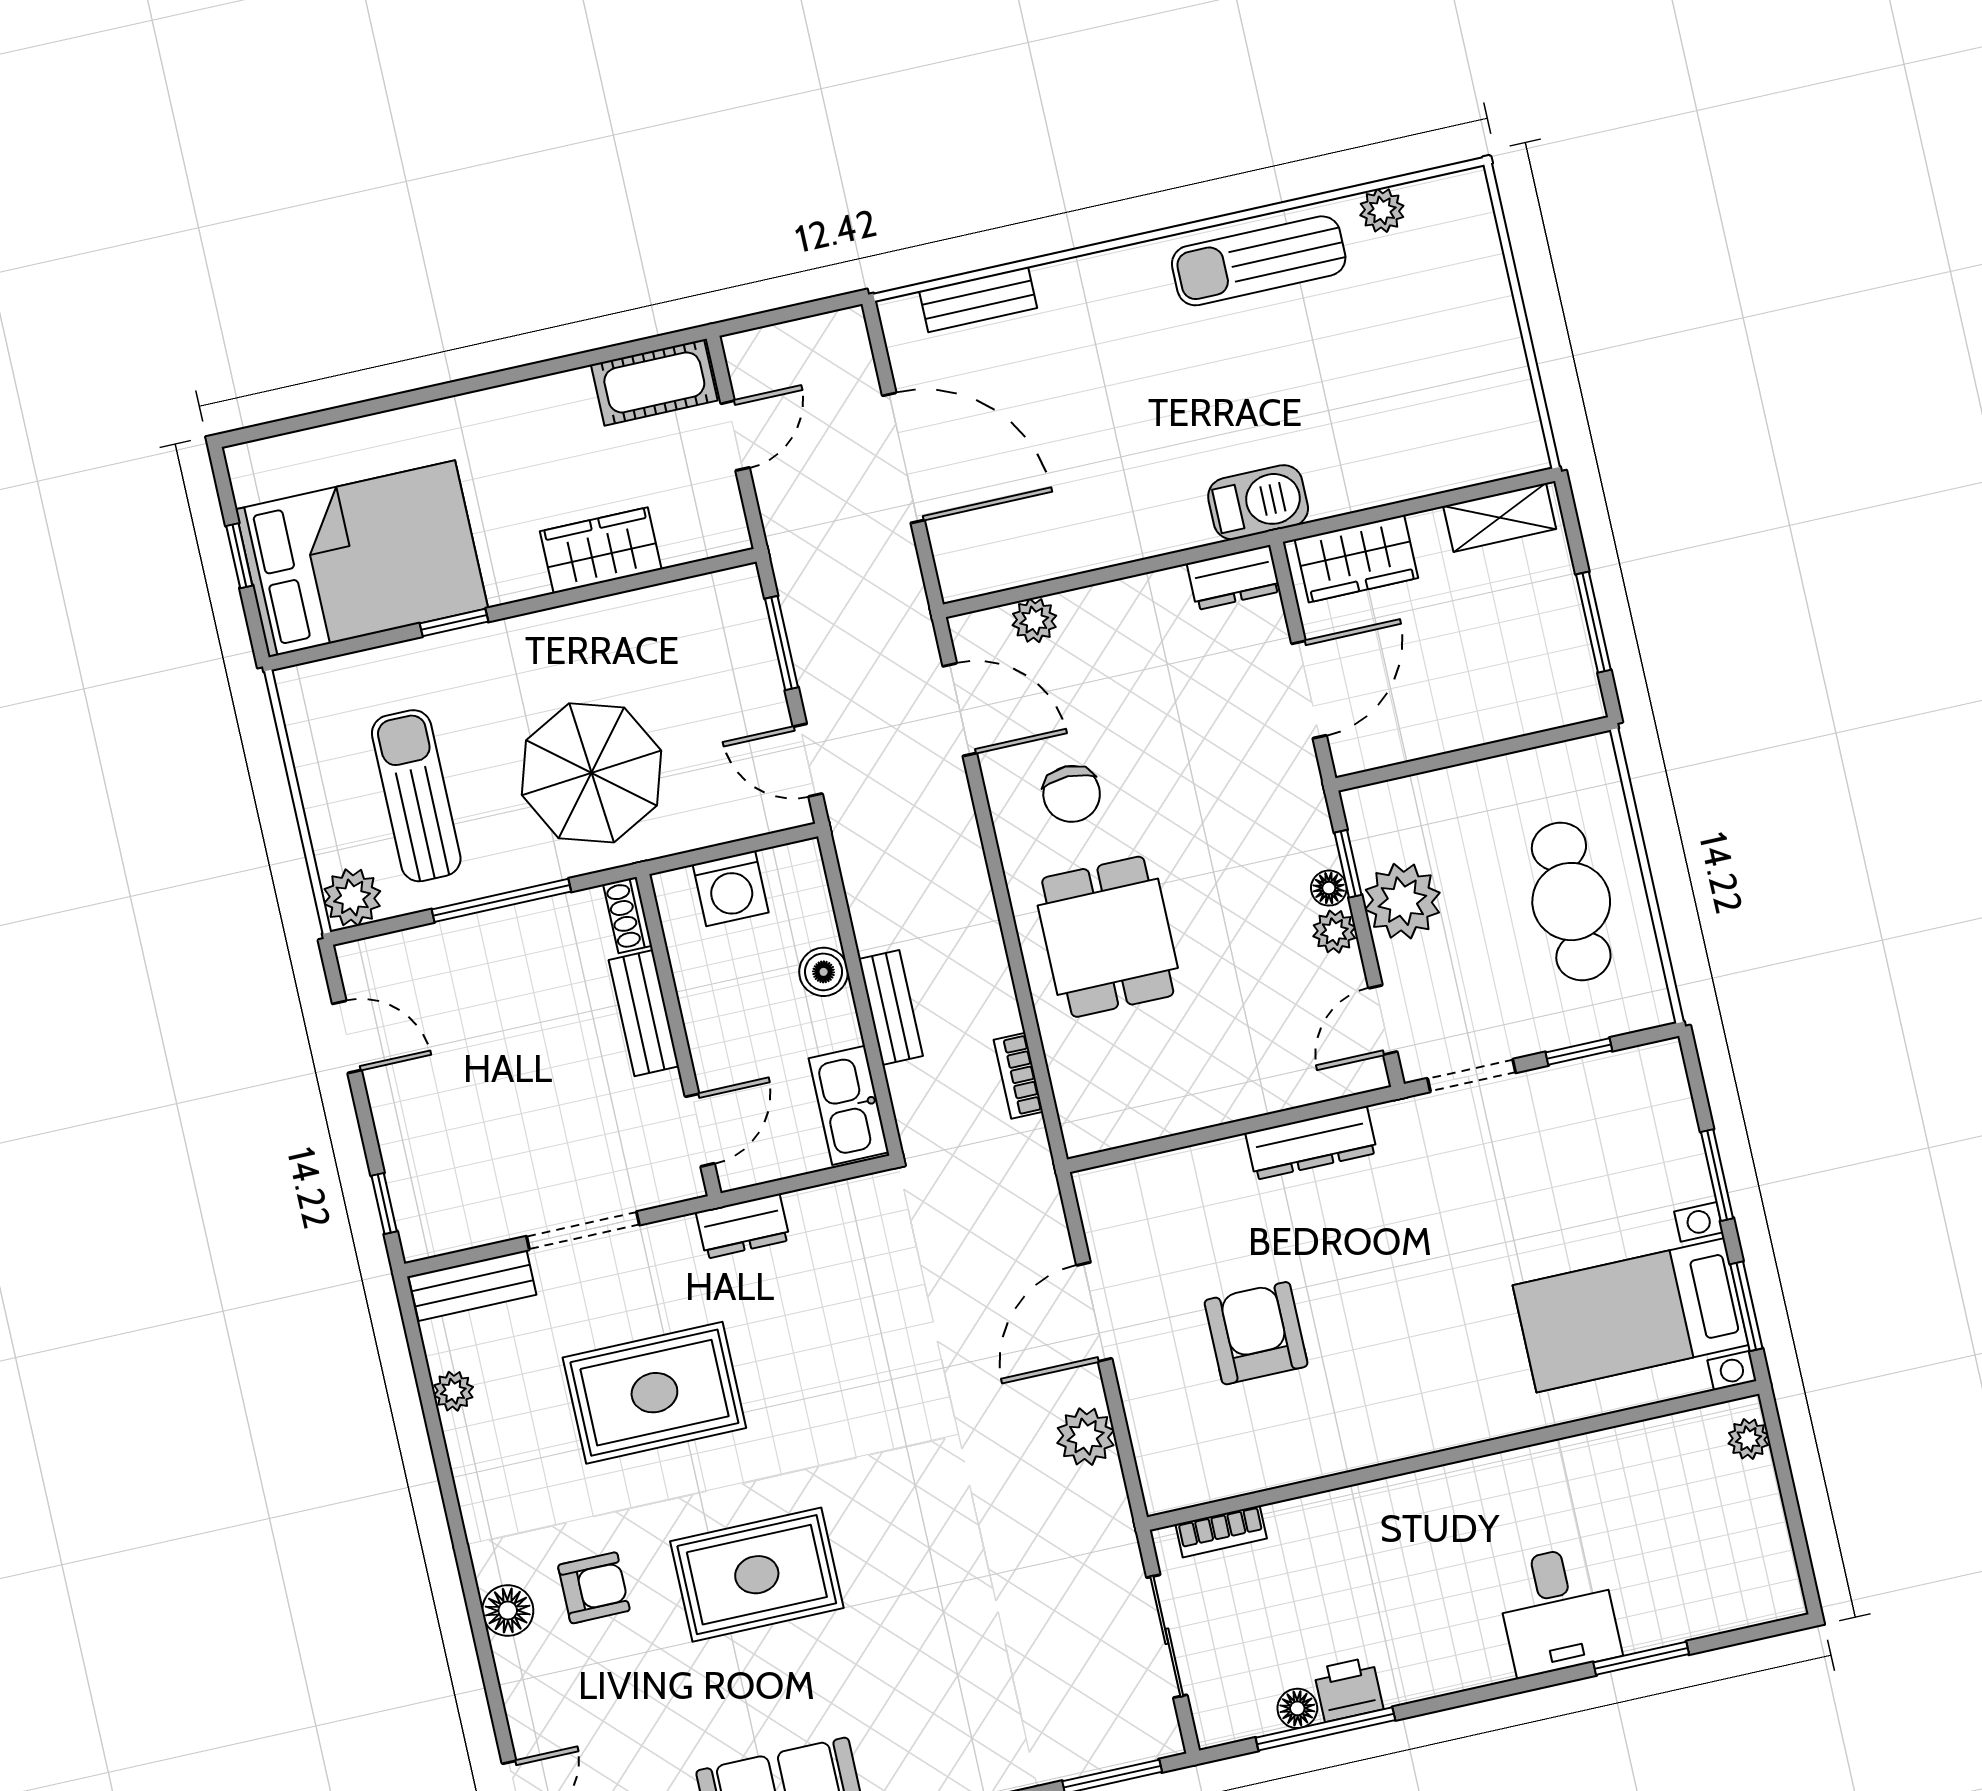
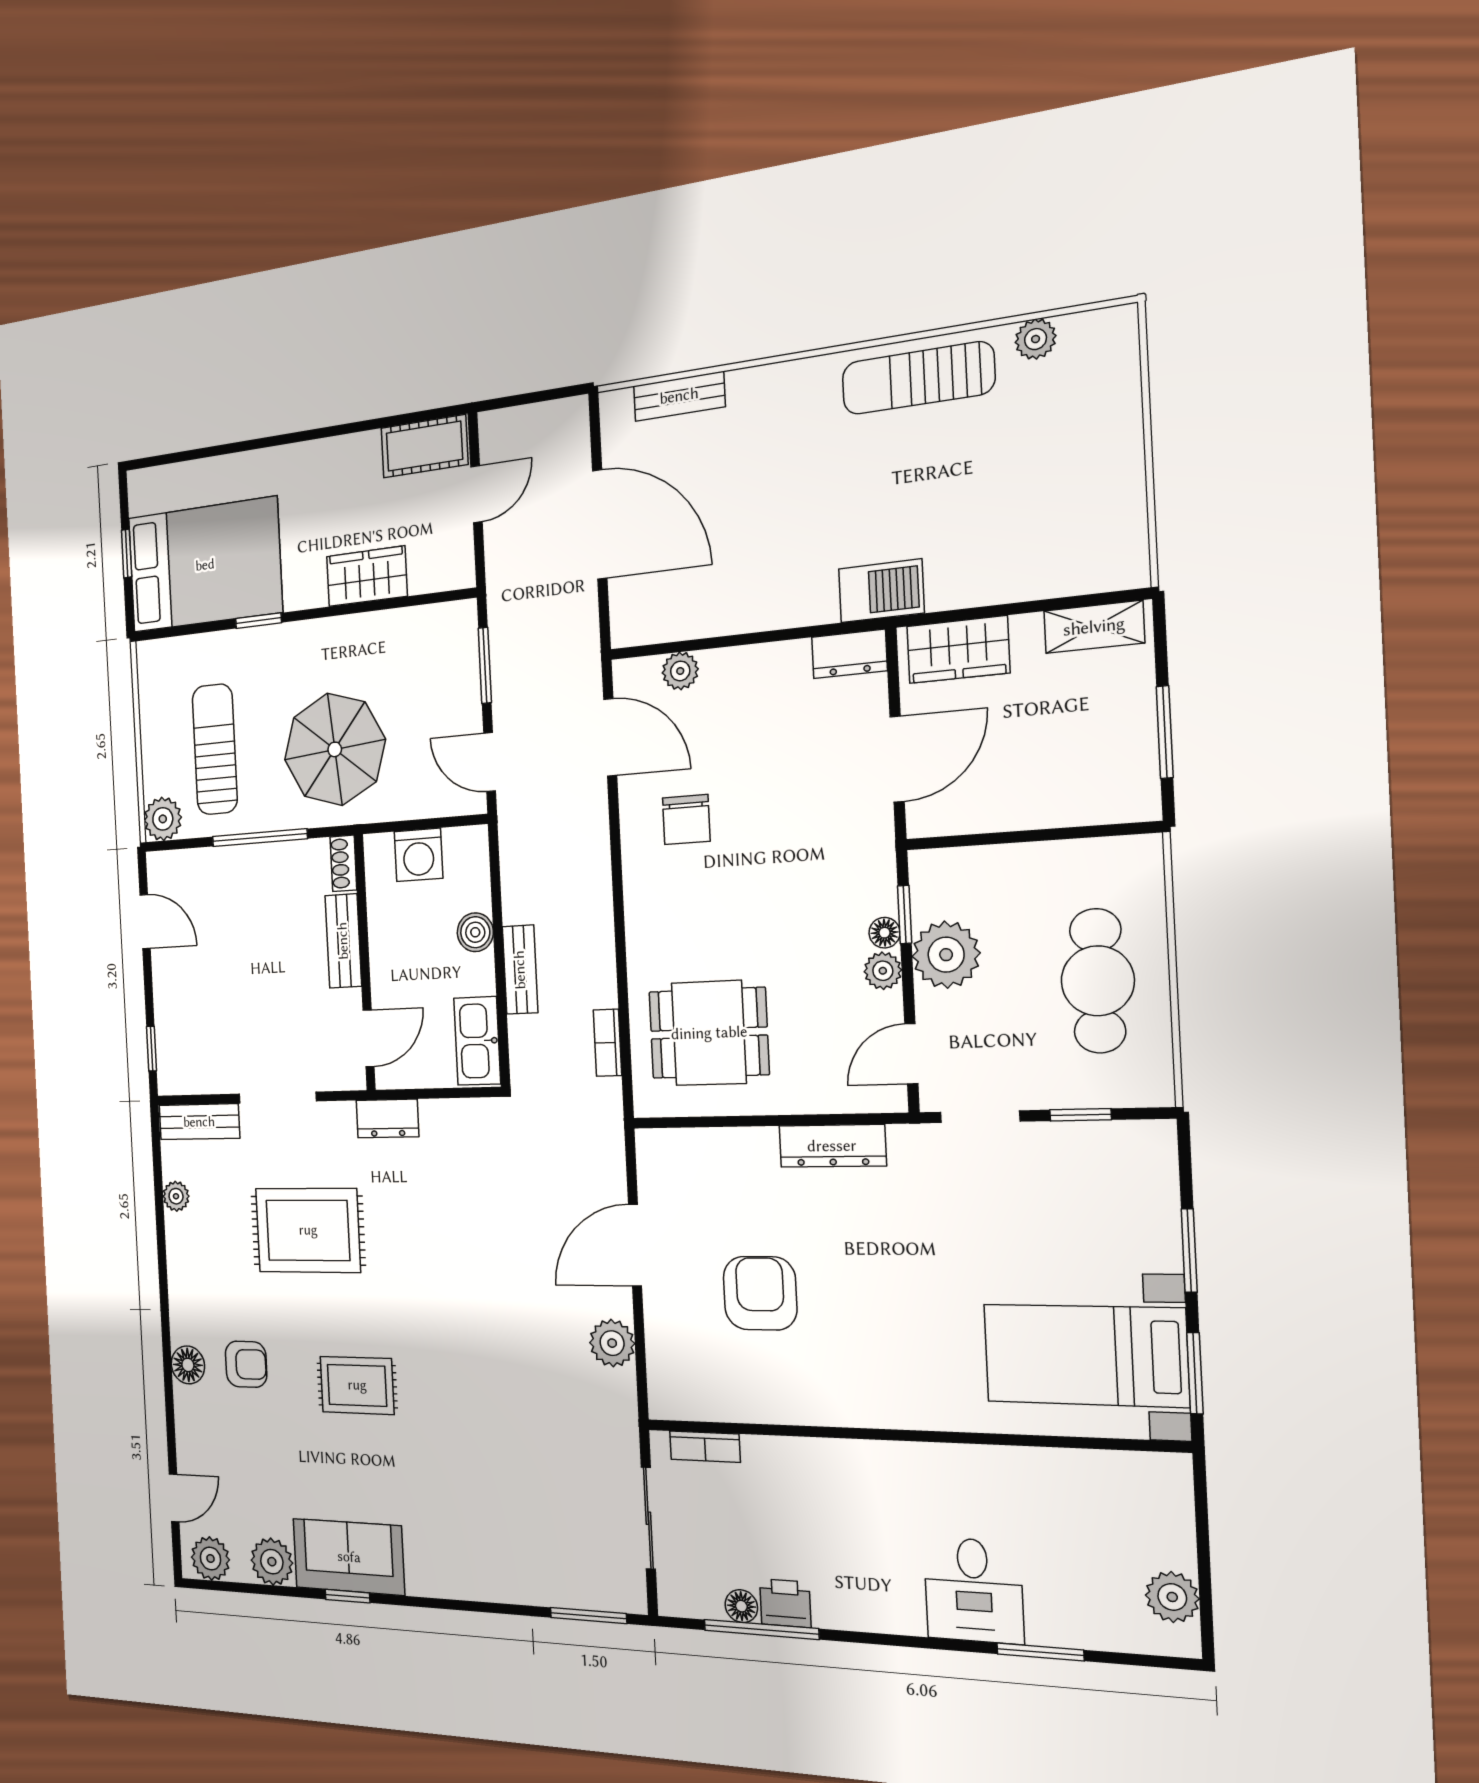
dining table: (1108, 937) -> (709, 1033), moved, turned 90
plant: (1748, 1439) -> (1172, 1597), moved, width x1.38, depth x1.38
rug: (757, 1575) -> (357, 1385), width x0.73, depth x0.70

